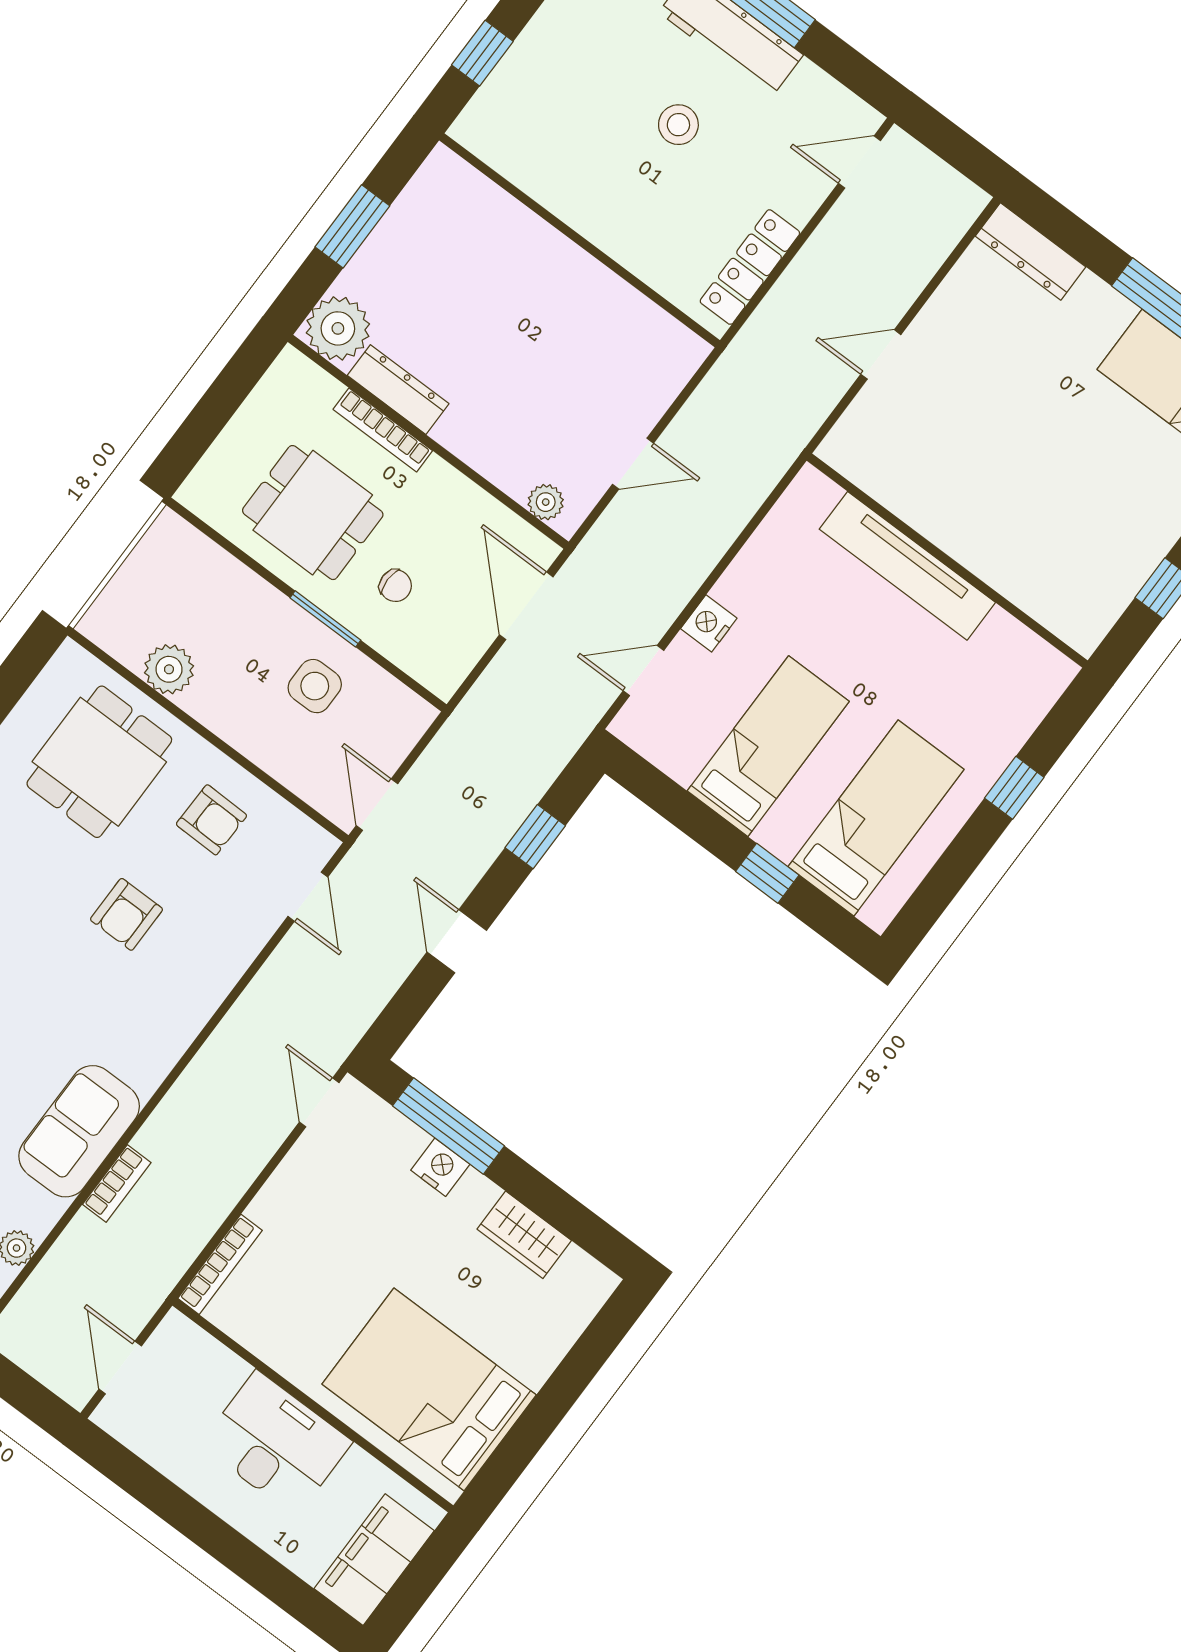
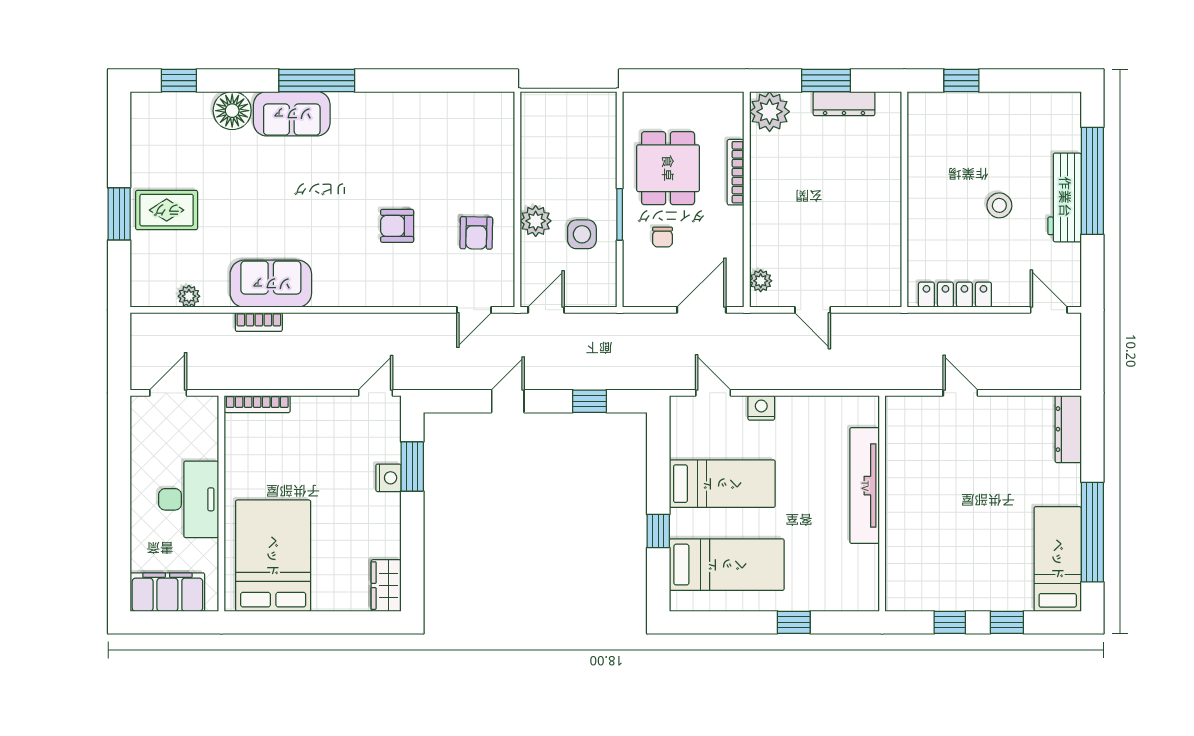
dresser: (398, 390) -> (844, 104), moved, turned 90
plant: (169, 669) -> (536, 221), moved
dining table: (99, 762) -> (463, 155), removed
window: (449, 1126) -> (412, 466), width x0.69
wardrobe: (524, 1235) -> (386, 586), moved

